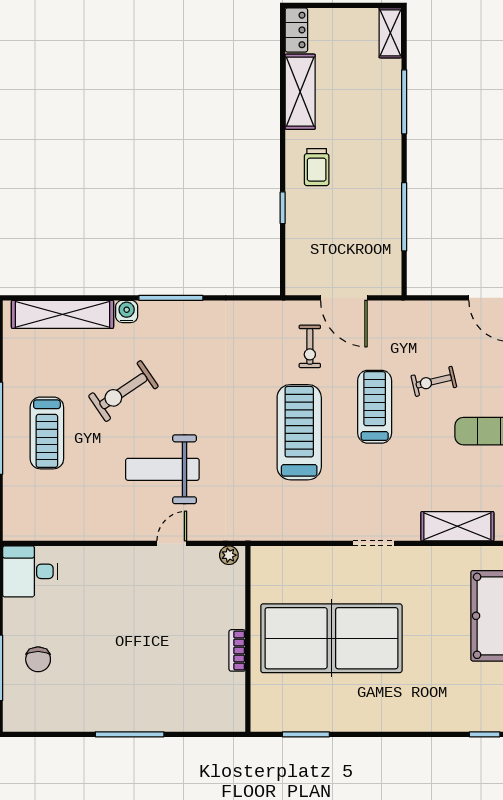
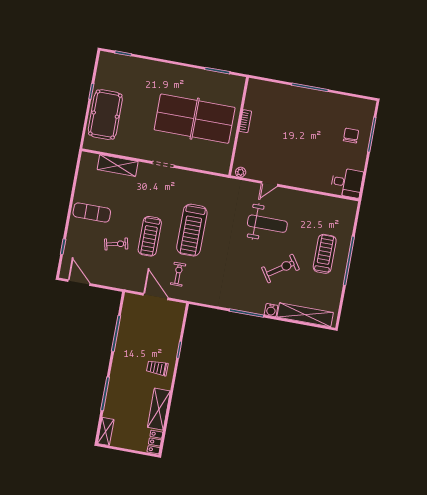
trolley: (317, 167) -> (157, 368), turned -89

